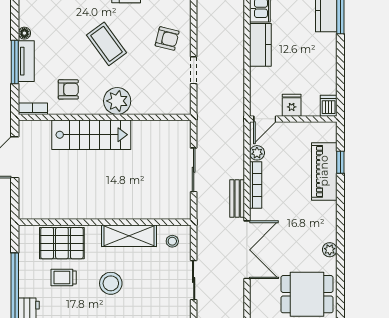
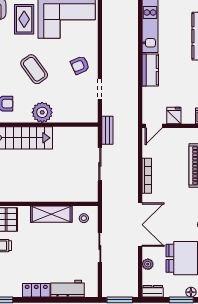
armchair: (167, 38) -> (80, 65), turned 142
plant: (257, 153) -> (148, 264), moved
bench: (237, 199) -> (107, 130), moved
stool: (111, 283) -> (37, 250), removed

